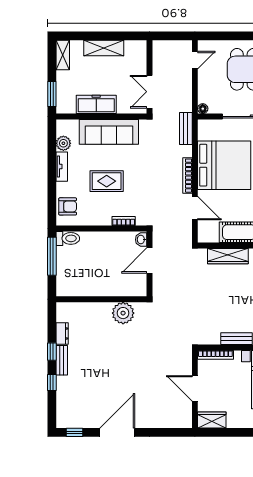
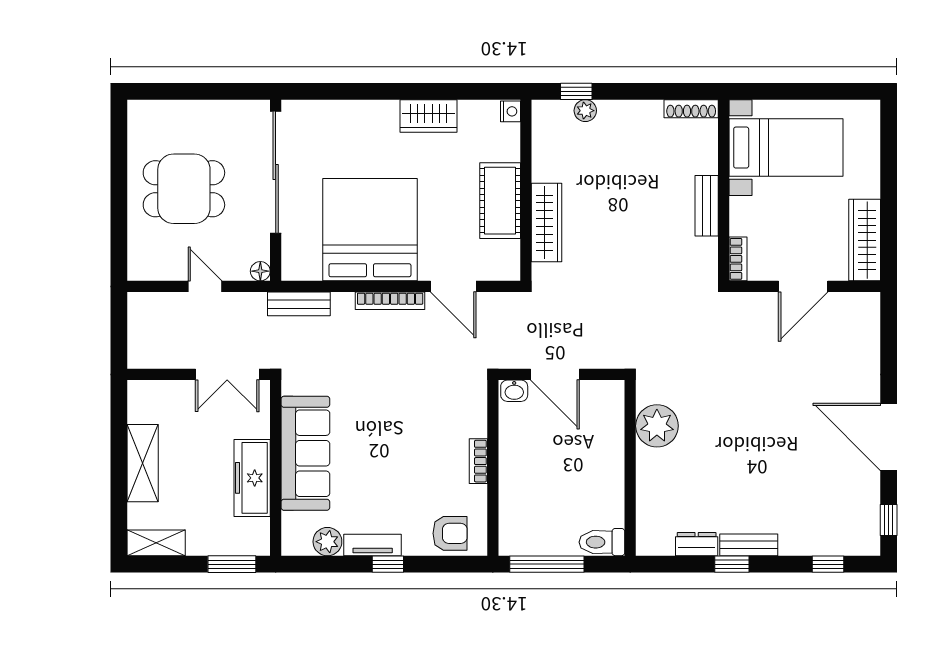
door: (195, 60) -> (205, 286), moved
window: (52, 174) -> (388, 564), added
rug: (107, 181) -> (401, 458), removed
armchair: (68, 206) -> (450, 533), turned 90
door: (195, 208) -> (453, 286), swing flipped
bookcase: (124, 221) -> (478, 461), moved
toilet: (68, 238) -> (602, 542), moved, turned -90
bookcase: (215, 355) -> (738, 259), width x0.64
window: (52, 382) -> (828, 564), moved
wardrobe: (212, 420) -> (865, 240), width x1.50

